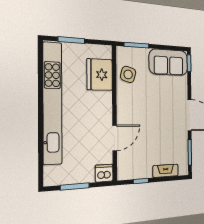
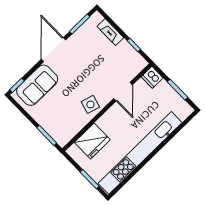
sofa: (169, 62) -> (37, 85), moved, turned 90
side table: (128, 74) -> (90, 104), moved
door: (115, 138) -> (123, 92), swing flipped

